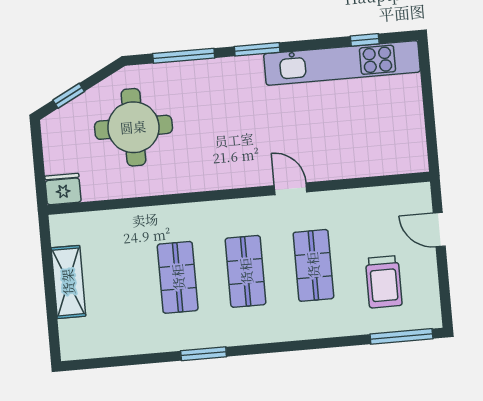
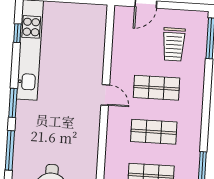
door: (291, 189) -> (105, 95), swing flipped
trolley: (384, 282) -> (174, 44), turned 90

